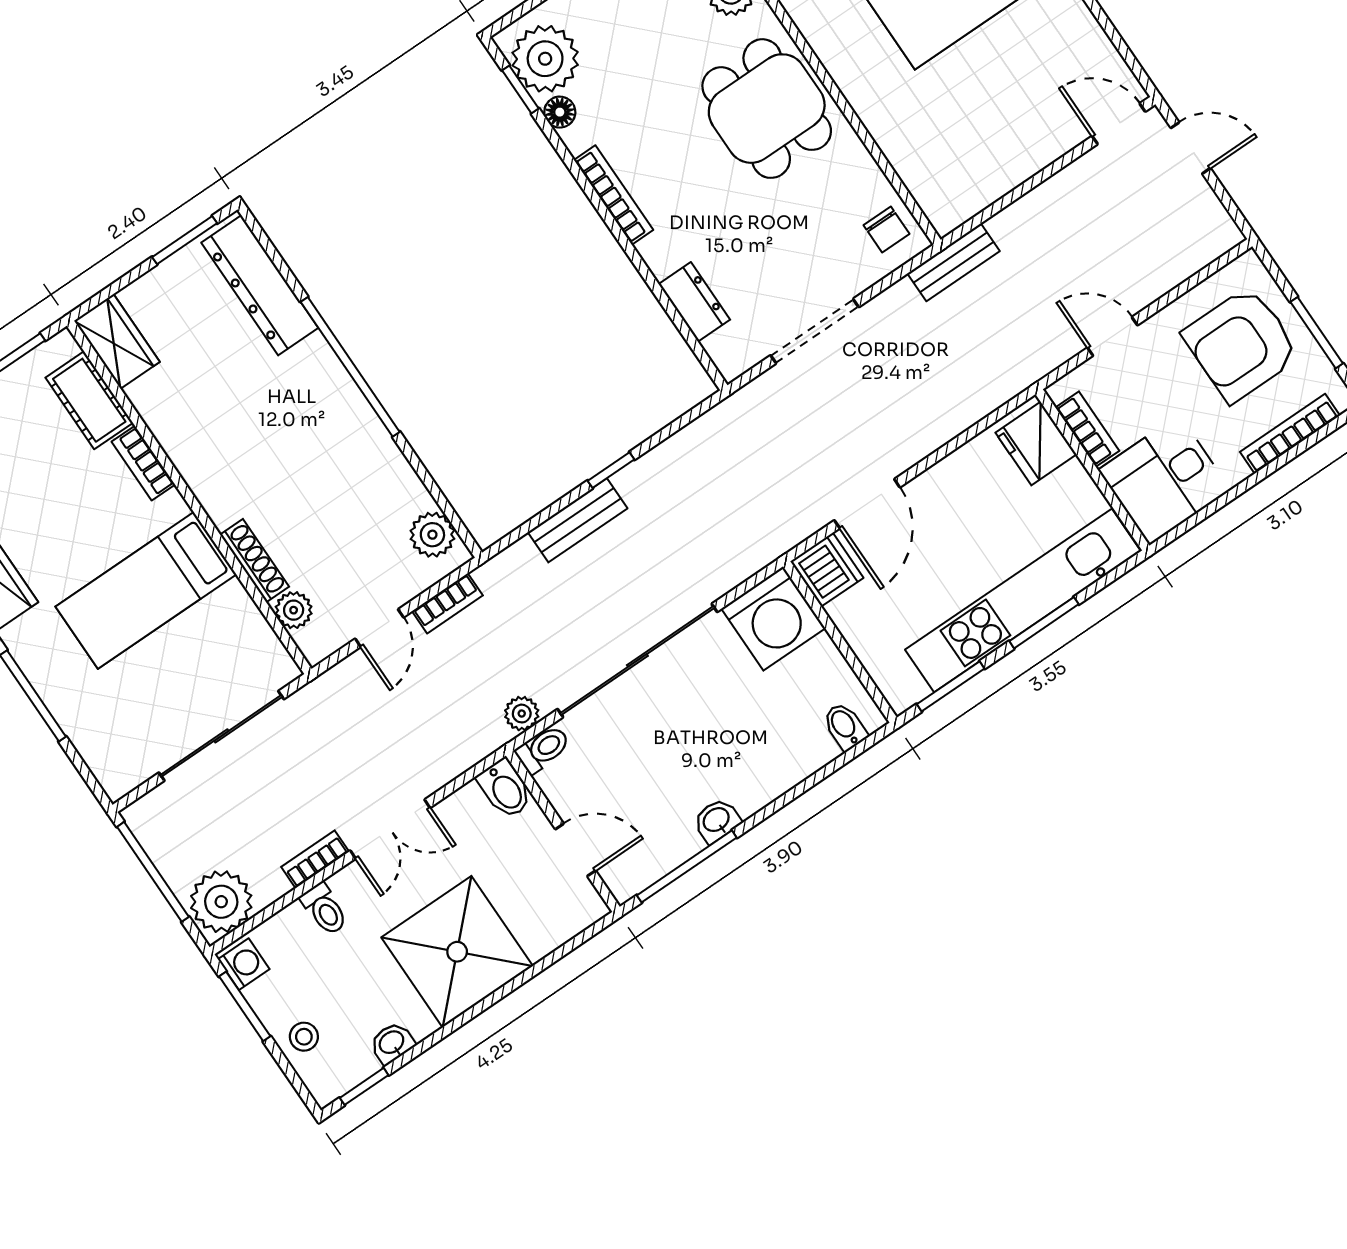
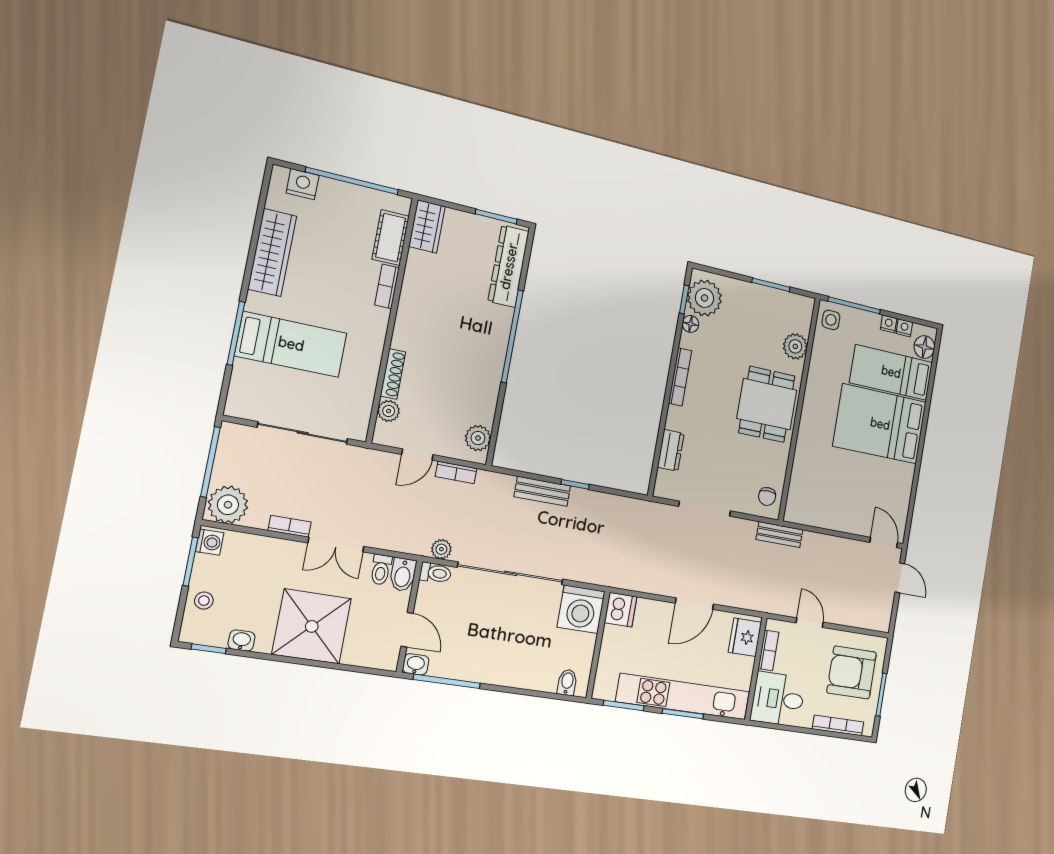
door: (867, 504) -> (694, 604), moved
bed: (146, 590) -> (291, 344), moved, turned 180
washbasin: (717, 820) -> (416, 664), moved
toilet: (324, 909) -> (381, 570), moved

